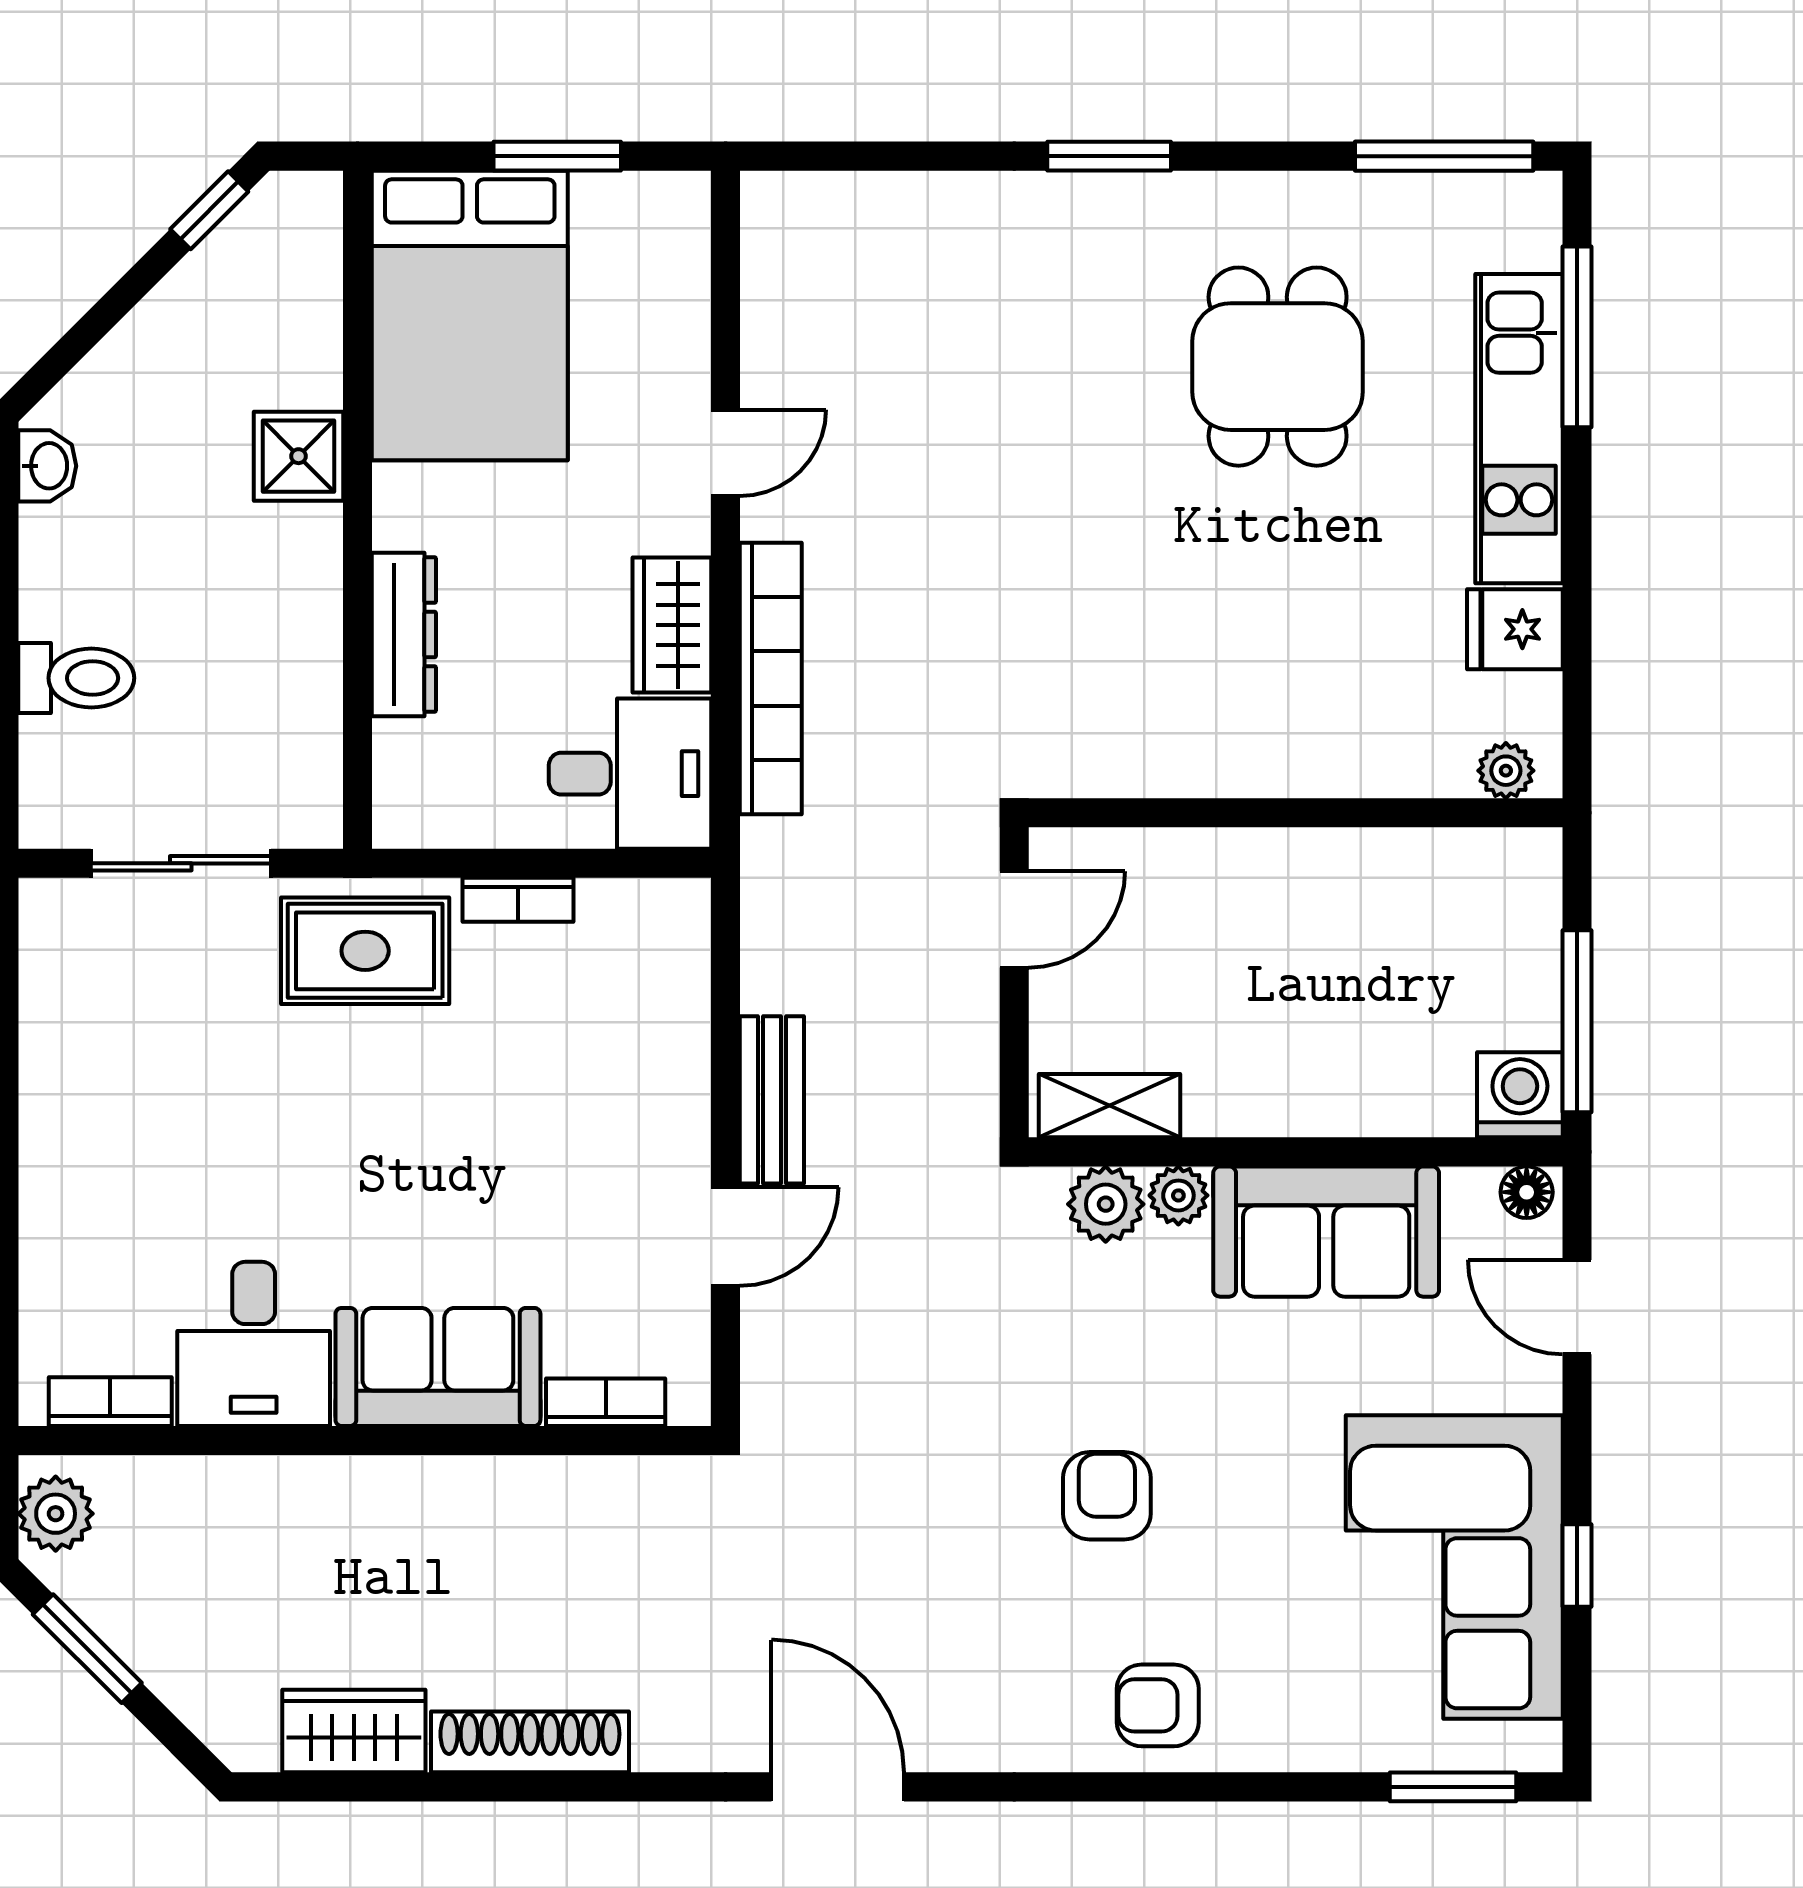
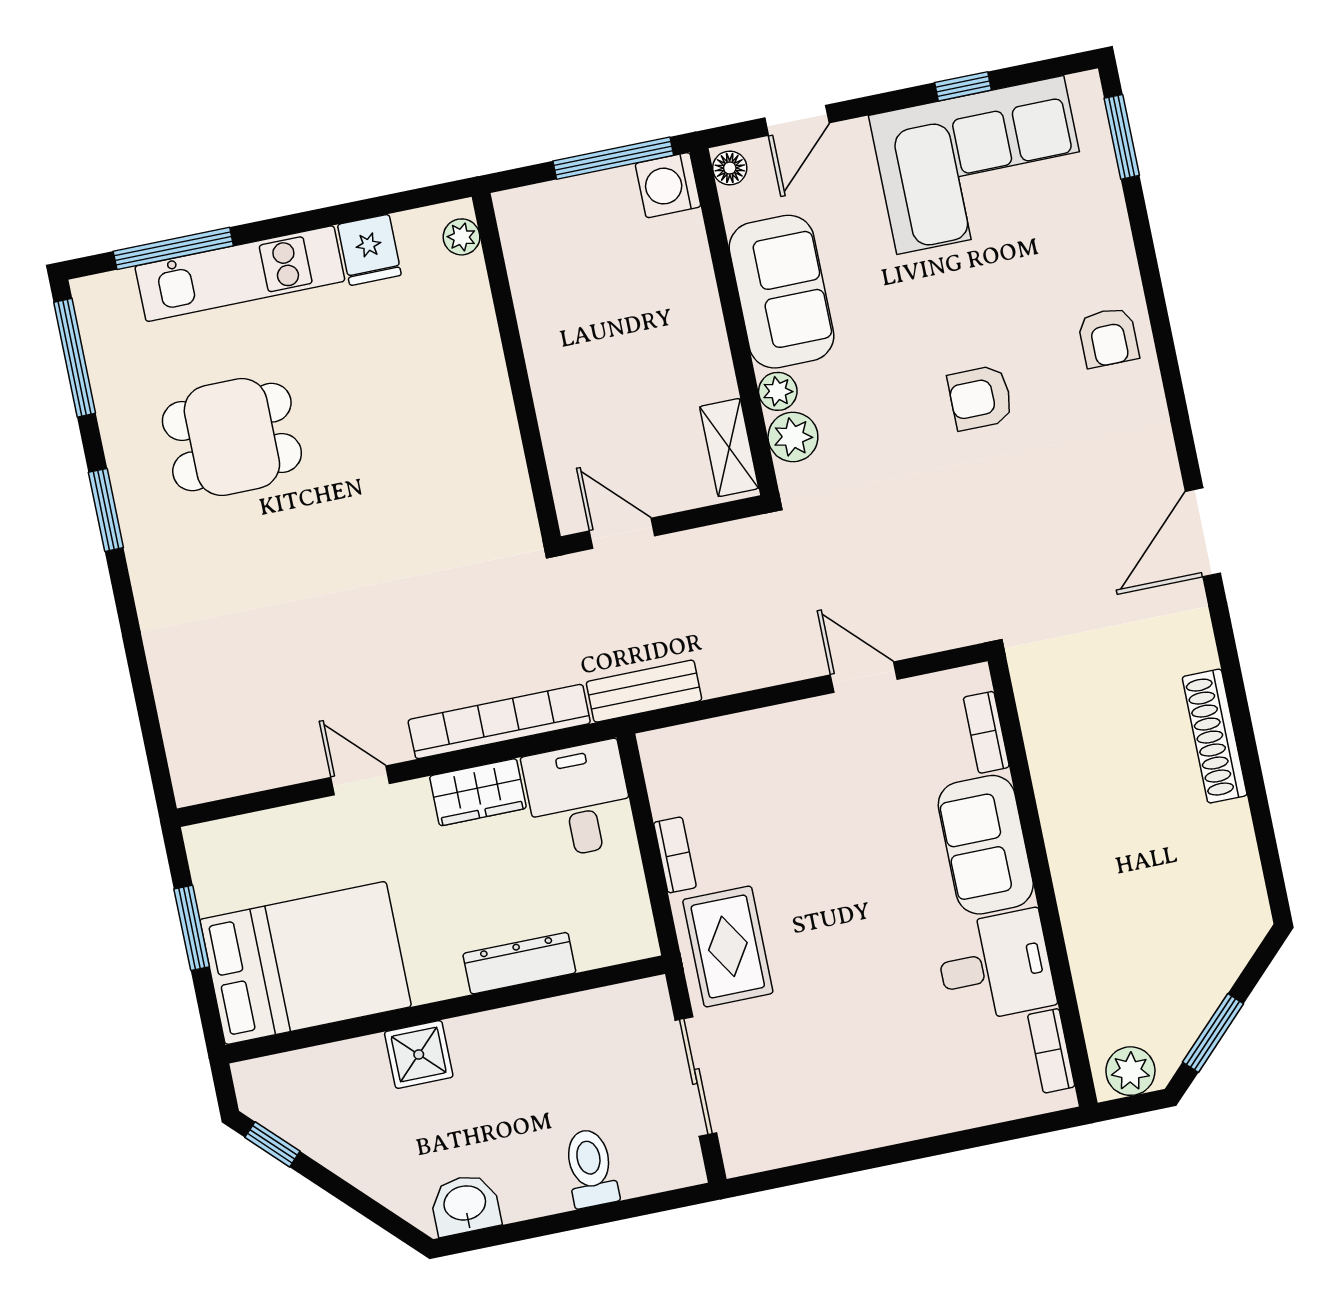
window: (1109, 156) -> (106, 510), moved
washbasin: (47, 466) -> (465, 1205), width x1.38, depth x1.45
bench: (772, 1100) -> (644, 691), moved
wardrobe: (354, 1731) -> (1231, 851), removed

